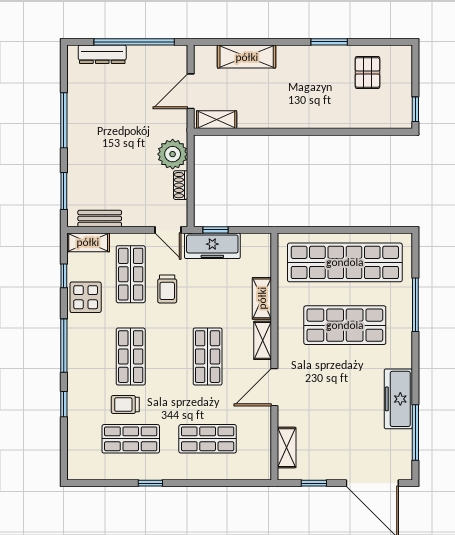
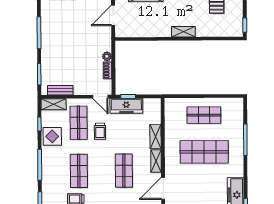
shelving: (217, 120) -> (183, 32), moved
plant: (173, 154) -> (107, 56), width x0.53, depth x0.53
shop shelf: (345, 262) -> (204, 115), width x0.50, depth x0.74

